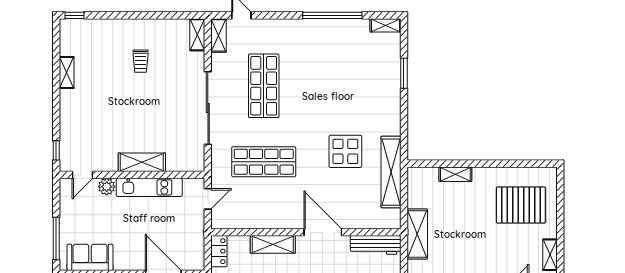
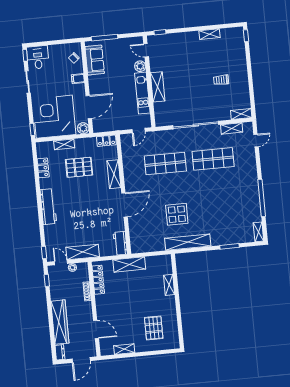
shelving: (219, 35) -> (232, 128), moved
shop shelf: (264, 162) -> (165, 164), turned 90
shelving: (391, 172) -> (188, 242), moved
door: (208, 199) -> (139, 131), hinge flipped
pallet: (521, 205) -> (154, 328), width x0.73, depth x0.71
workbench: (376, 245) -> (120, 243), width x0.73

